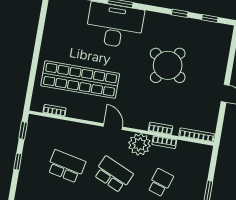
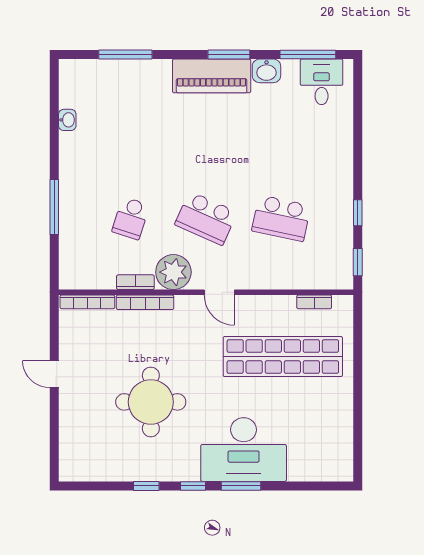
window: (210, 19) -> (193, 486), moved
round table: (168, 65) -> (151, 402), turned -35
bookcase: (161, 128) -> (145, 302), width x1.56

